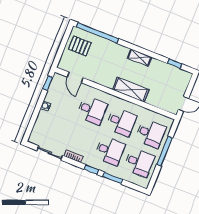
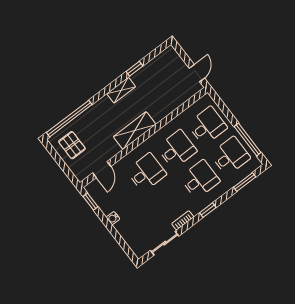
pallet: (80, 46) -> (72, 145), turned 90
window: (175, 64) -> (134, 69), moved
door: (75, 77) -> (102, 170), hinge flipped
shelving: (131, 90) -> (135, 131), moved
window: (165, 151) -> (248, 139), moved
window: (113, 178) -> (245, 182), moved

